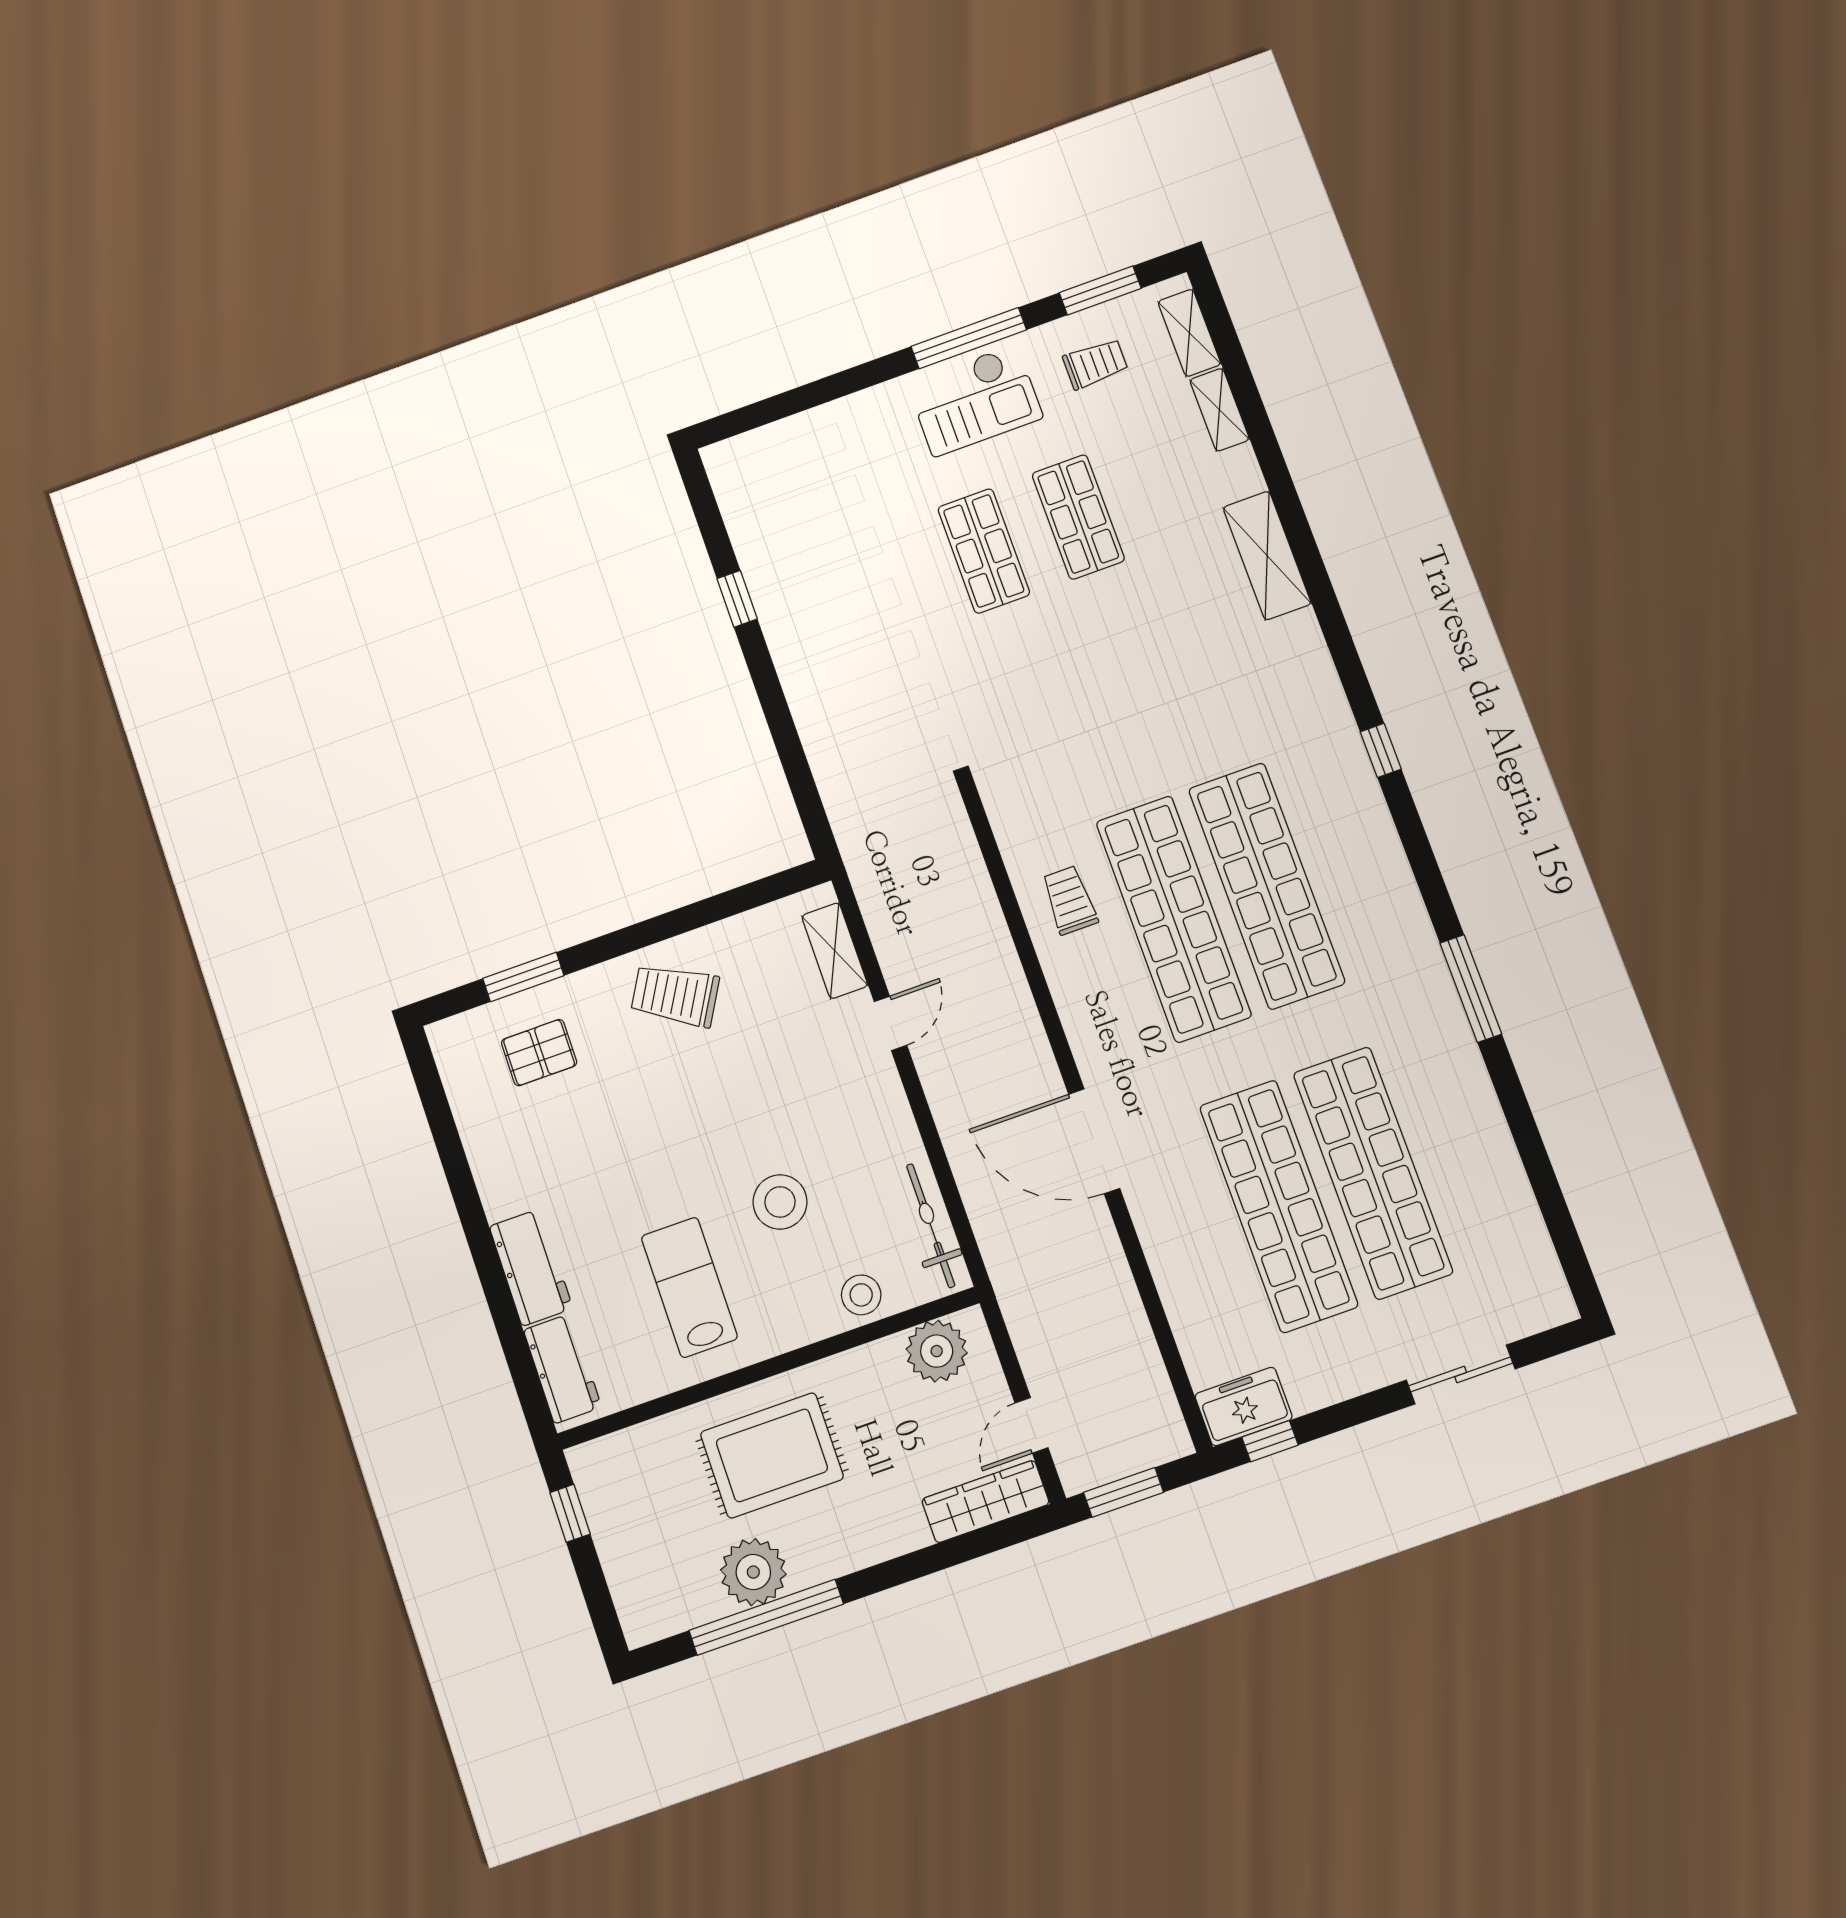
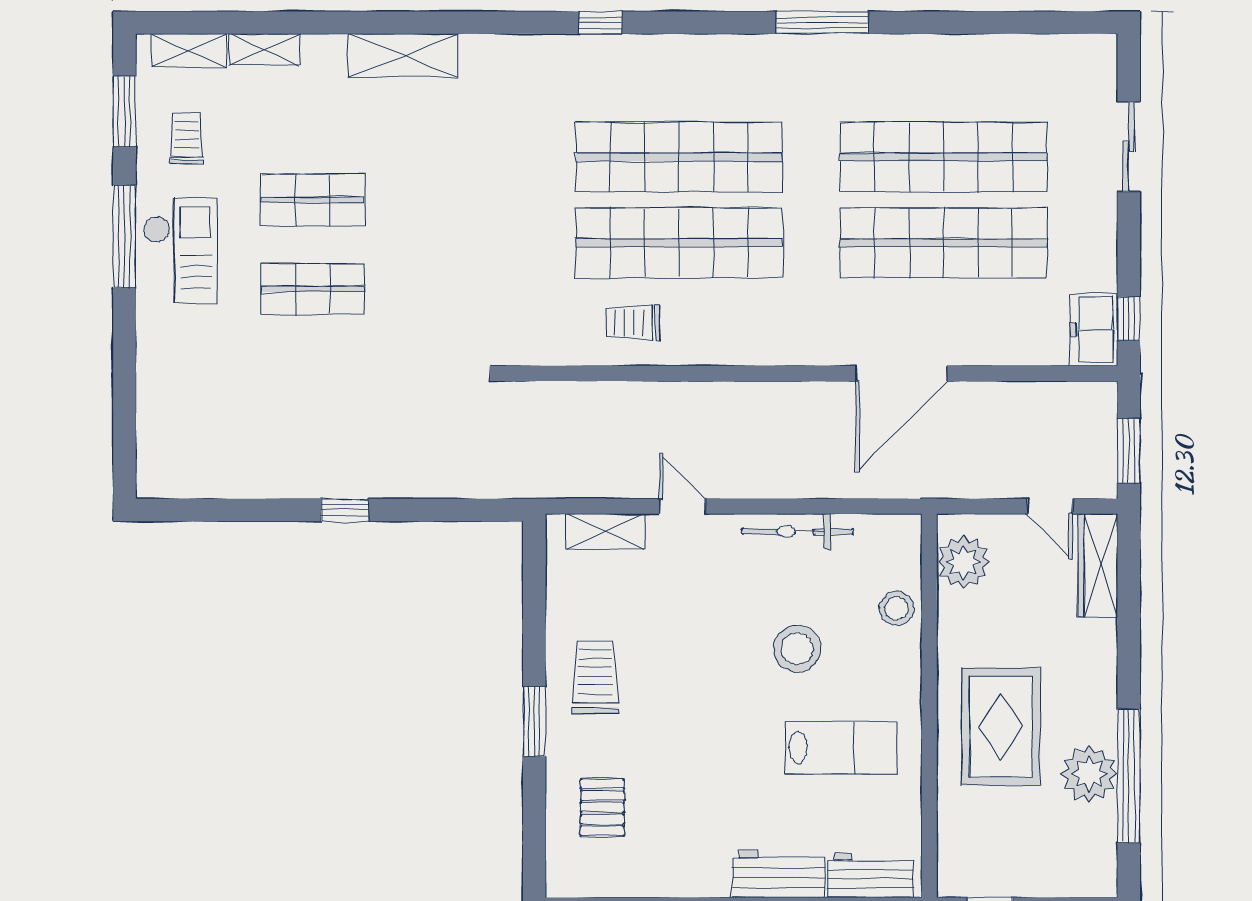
window: (737, 599) -> (345, 510), moved
window: (523, 977) -> (534, 721), moved
trolley: (675, 995) -> (595, 677), turned 150
door: (1094, 1141) -> (902, 373), moved
bicycle: (931, 1226) -> (798, 531), moved
lab bench: (689, 1287) -> (841, 748), turned 180

